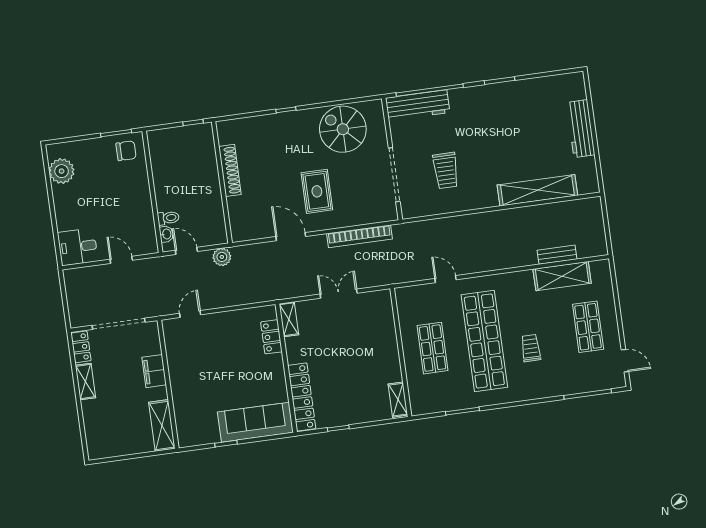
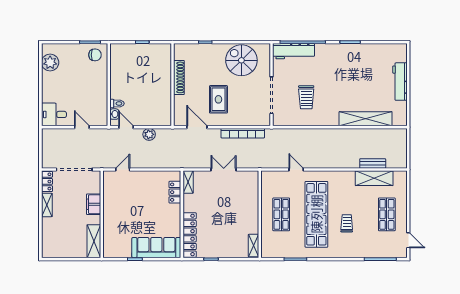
shoe rack: (230, 170) -> (179, 77), moved
wall: (222, 182) -> (172, 85), moved

